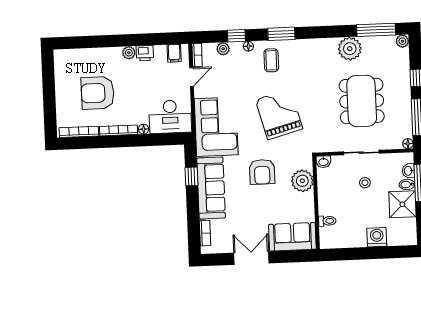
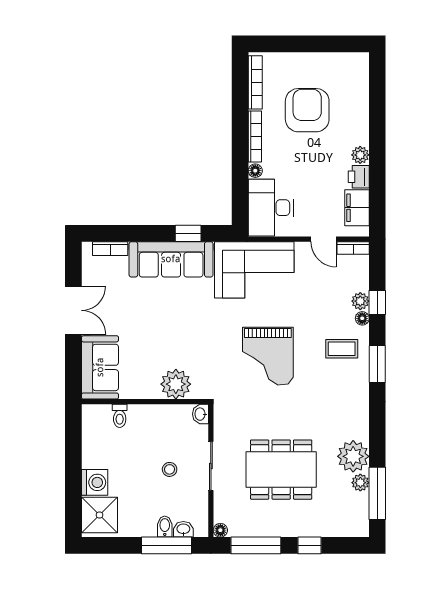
plant: (402, 41) -> (360, 483), moved
plant: (223, 49) -> (360, 301), moved
filing cabinet: (174, 53) -> (357, 208), width x2.00
grand piano: (279, 114) -> (268, 356), turned 105
armchair: (262, 172) -> (190, 330), removed
shower: (402, 204) -> (99, 515), moved

